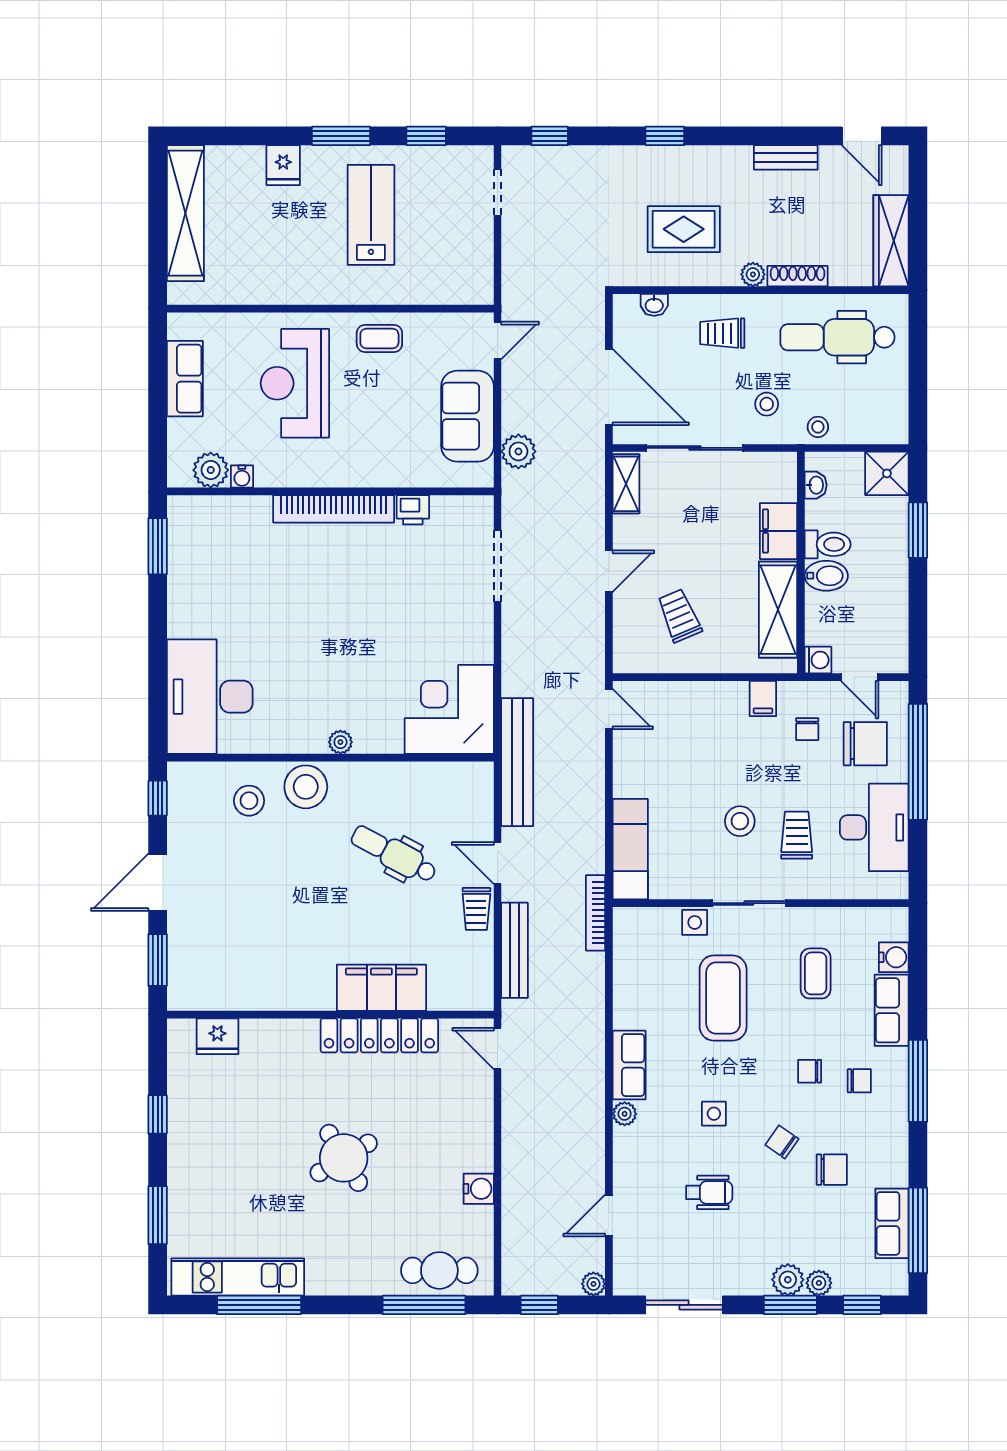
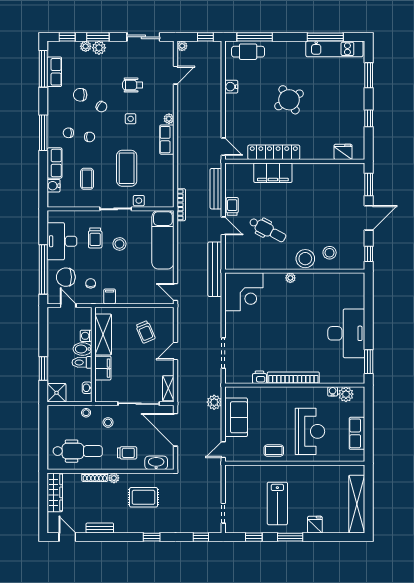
washbasin: (654, 305) -> (156, 463), width x1.91, depth x1.45
washing machine: (818, 660) -> (86, 336), moved
desk: (210, 697) -> (346, 333), moved
exam couch: (630, 849) -> (163, 240), width x1.36, depth x1.45

